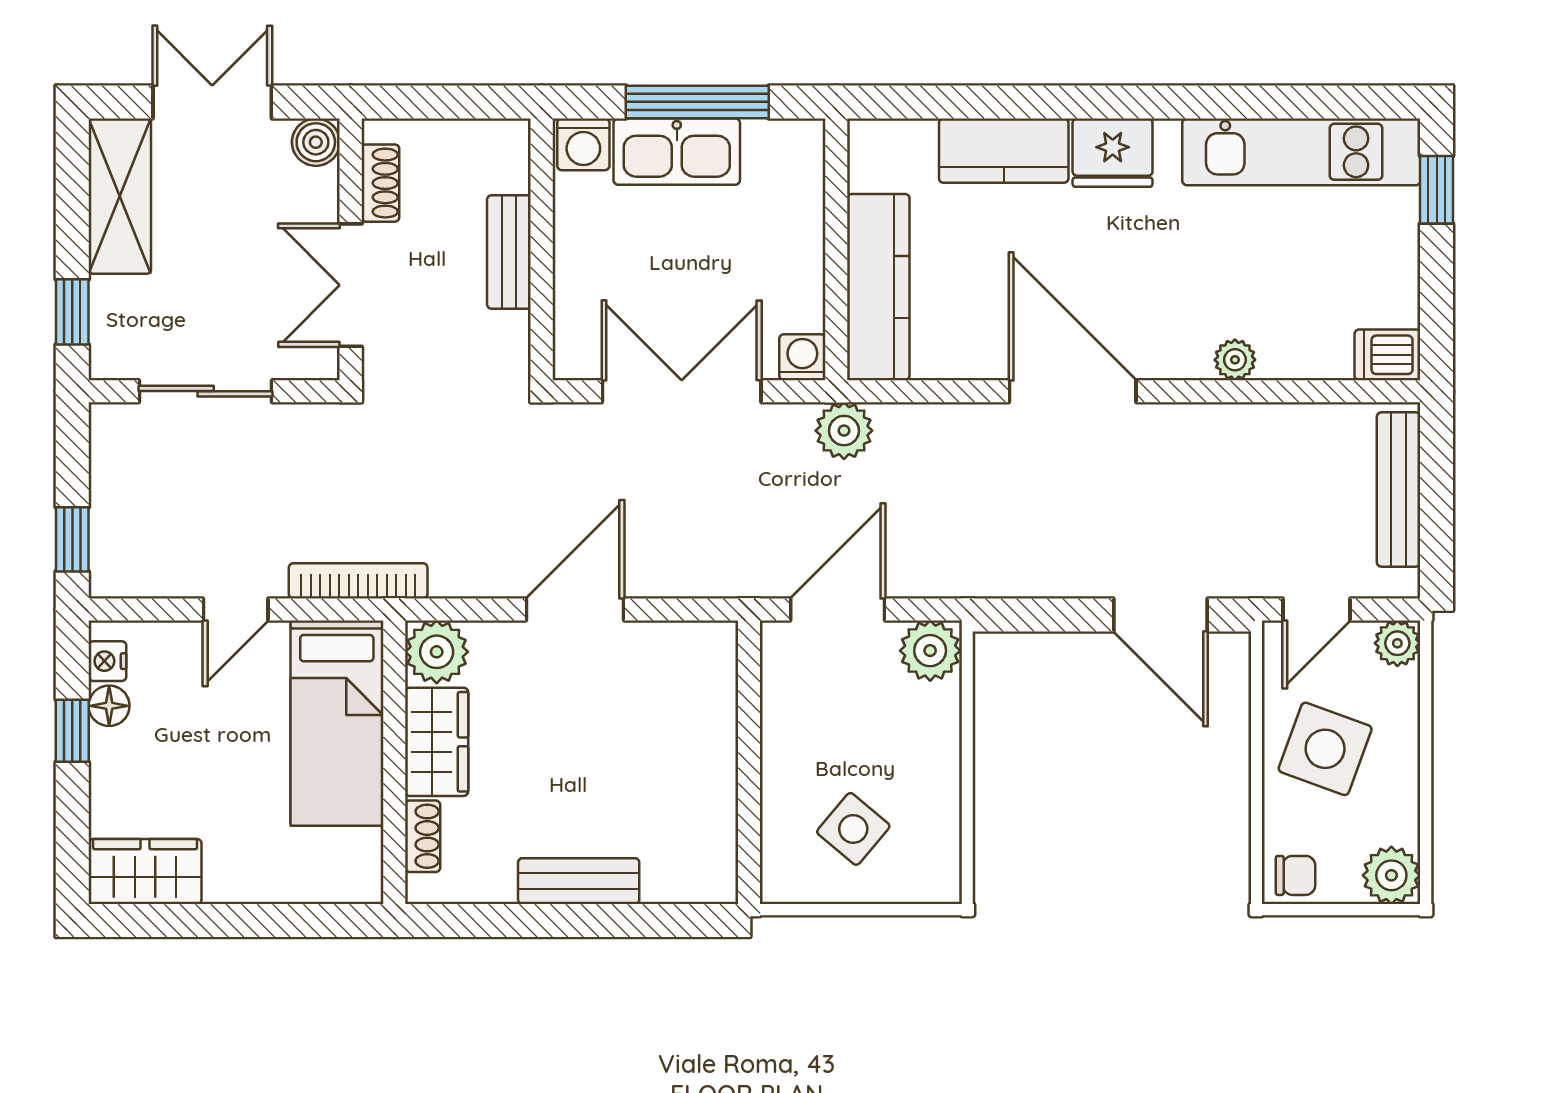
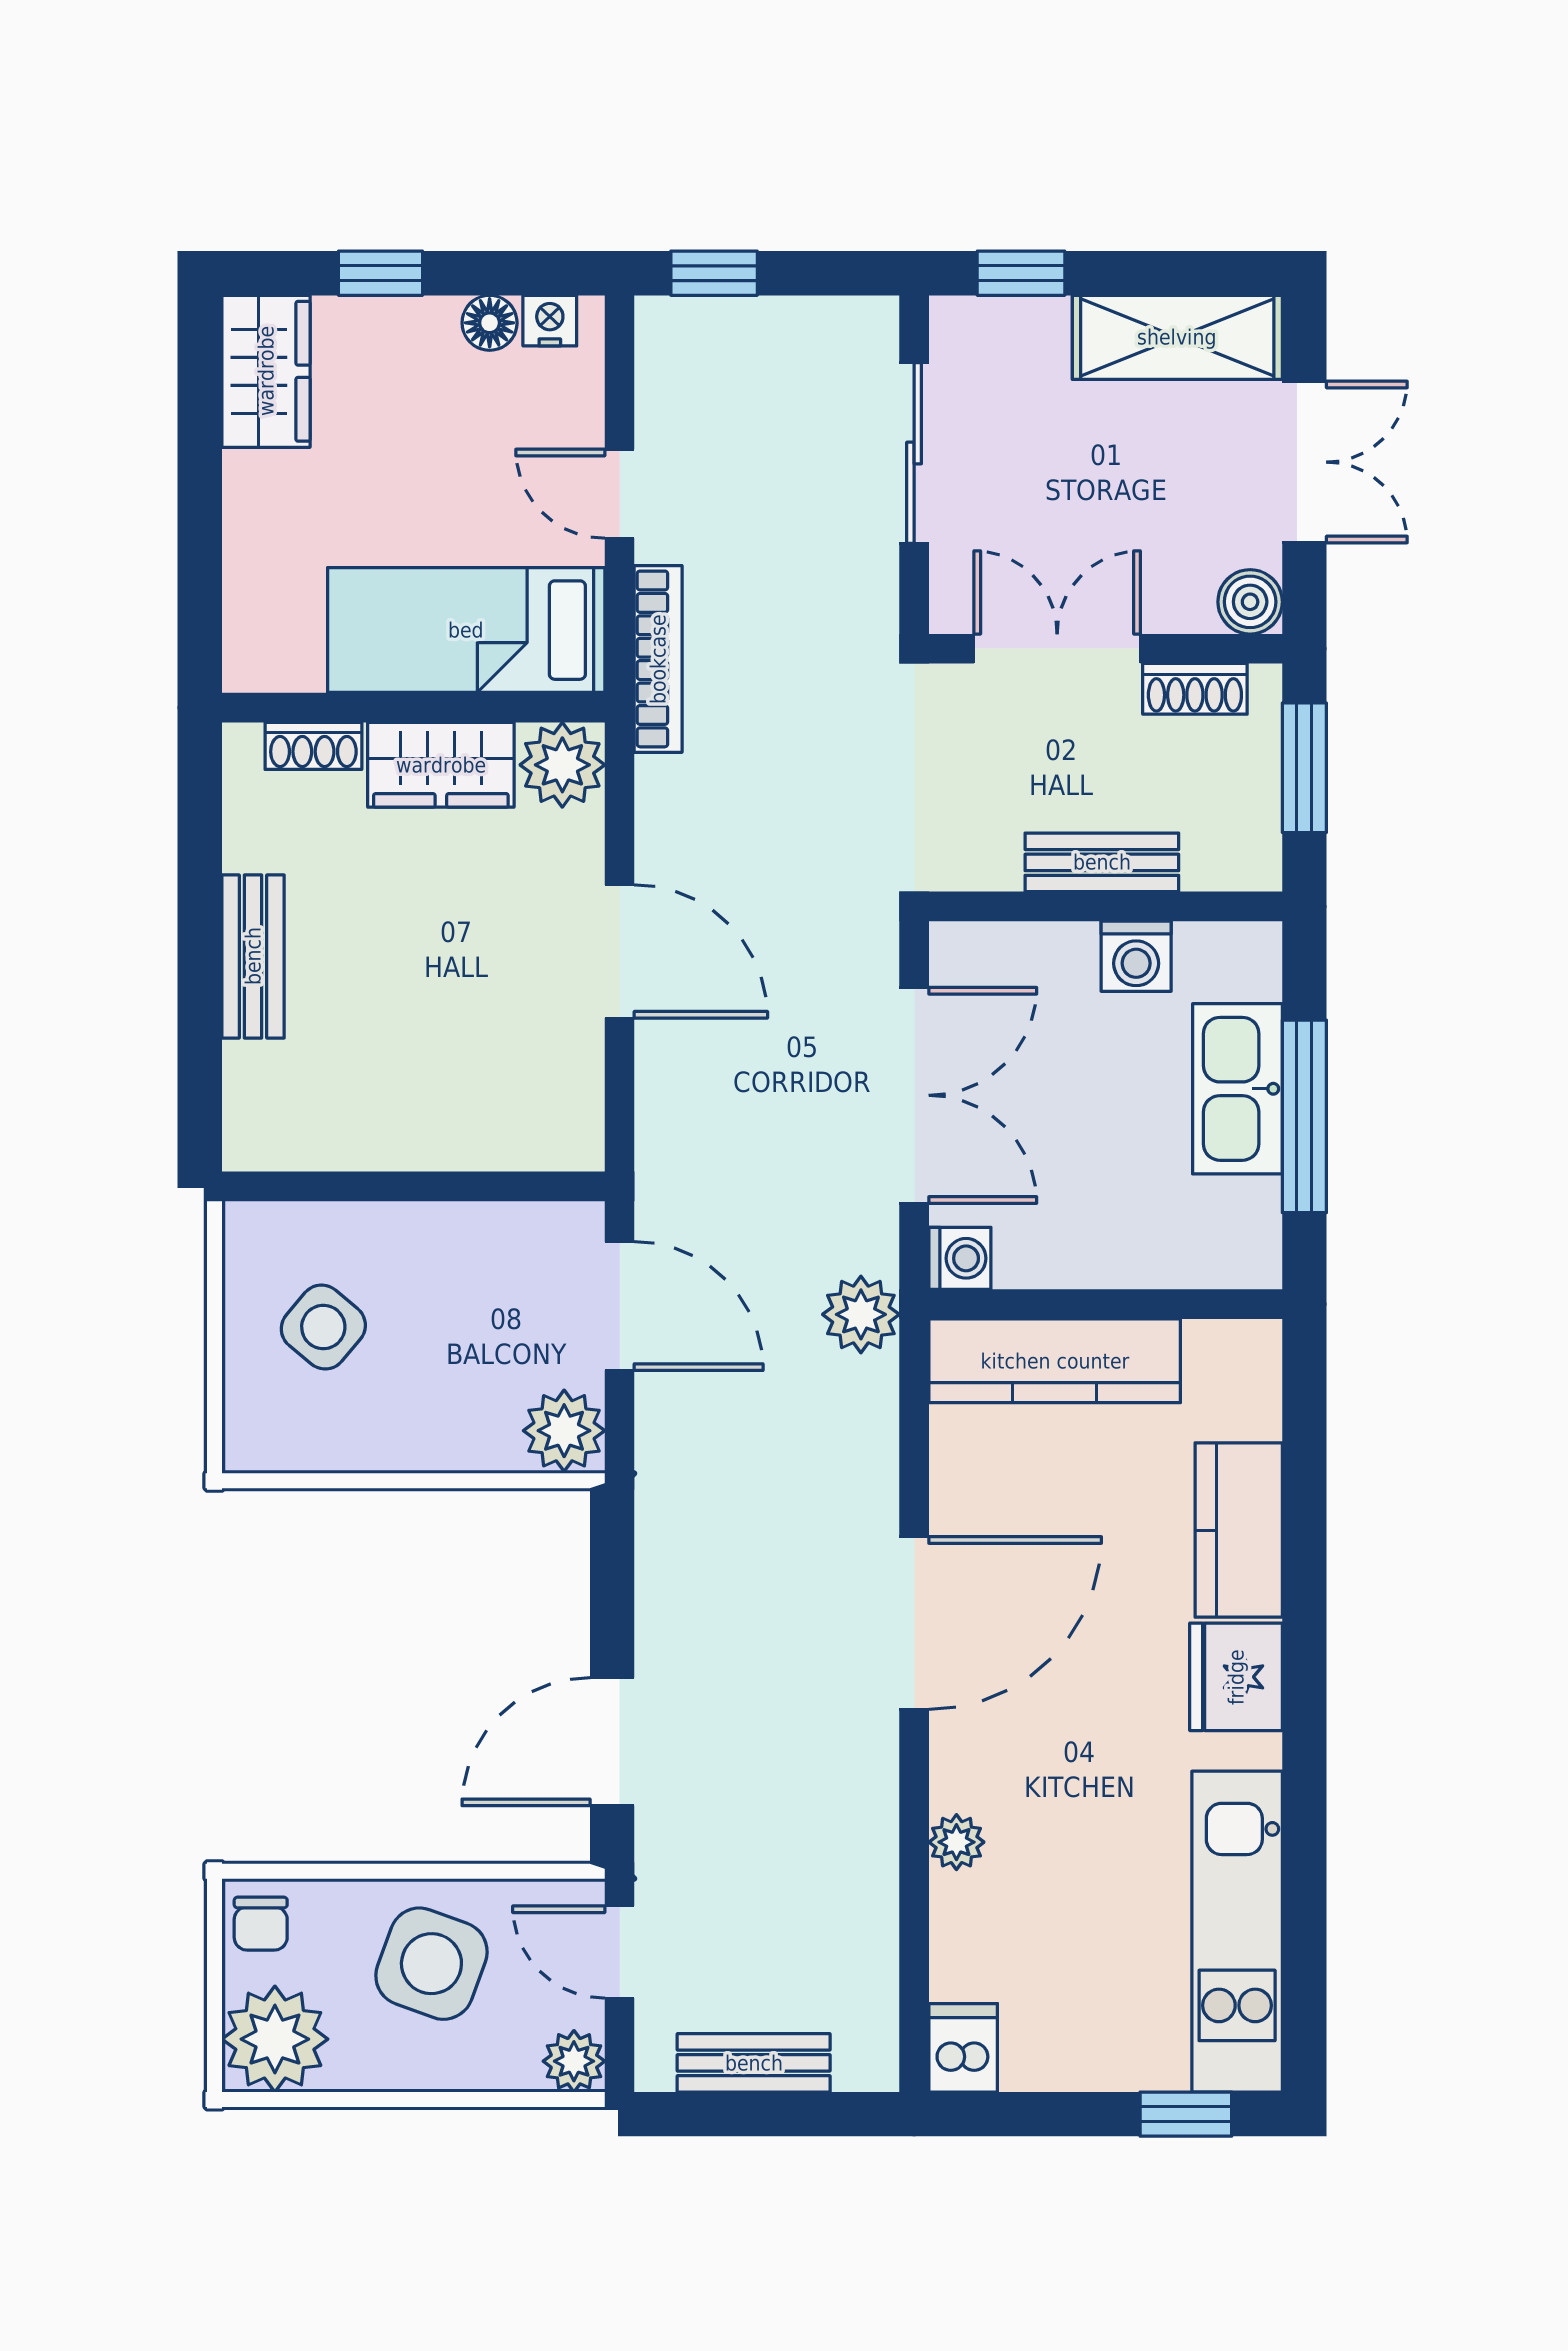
window: (439, 102) -> (1304, 768), added
washing machine: (583, 144) -> (1136, 956), moved, turned -90
bench: (1399, 489) -> (754, 2063), width x0.73
window: (72, 731) -> (380, 273), moved
plant: (1391, 875) -> (275, 2039), width x1.36, depth x1.36

